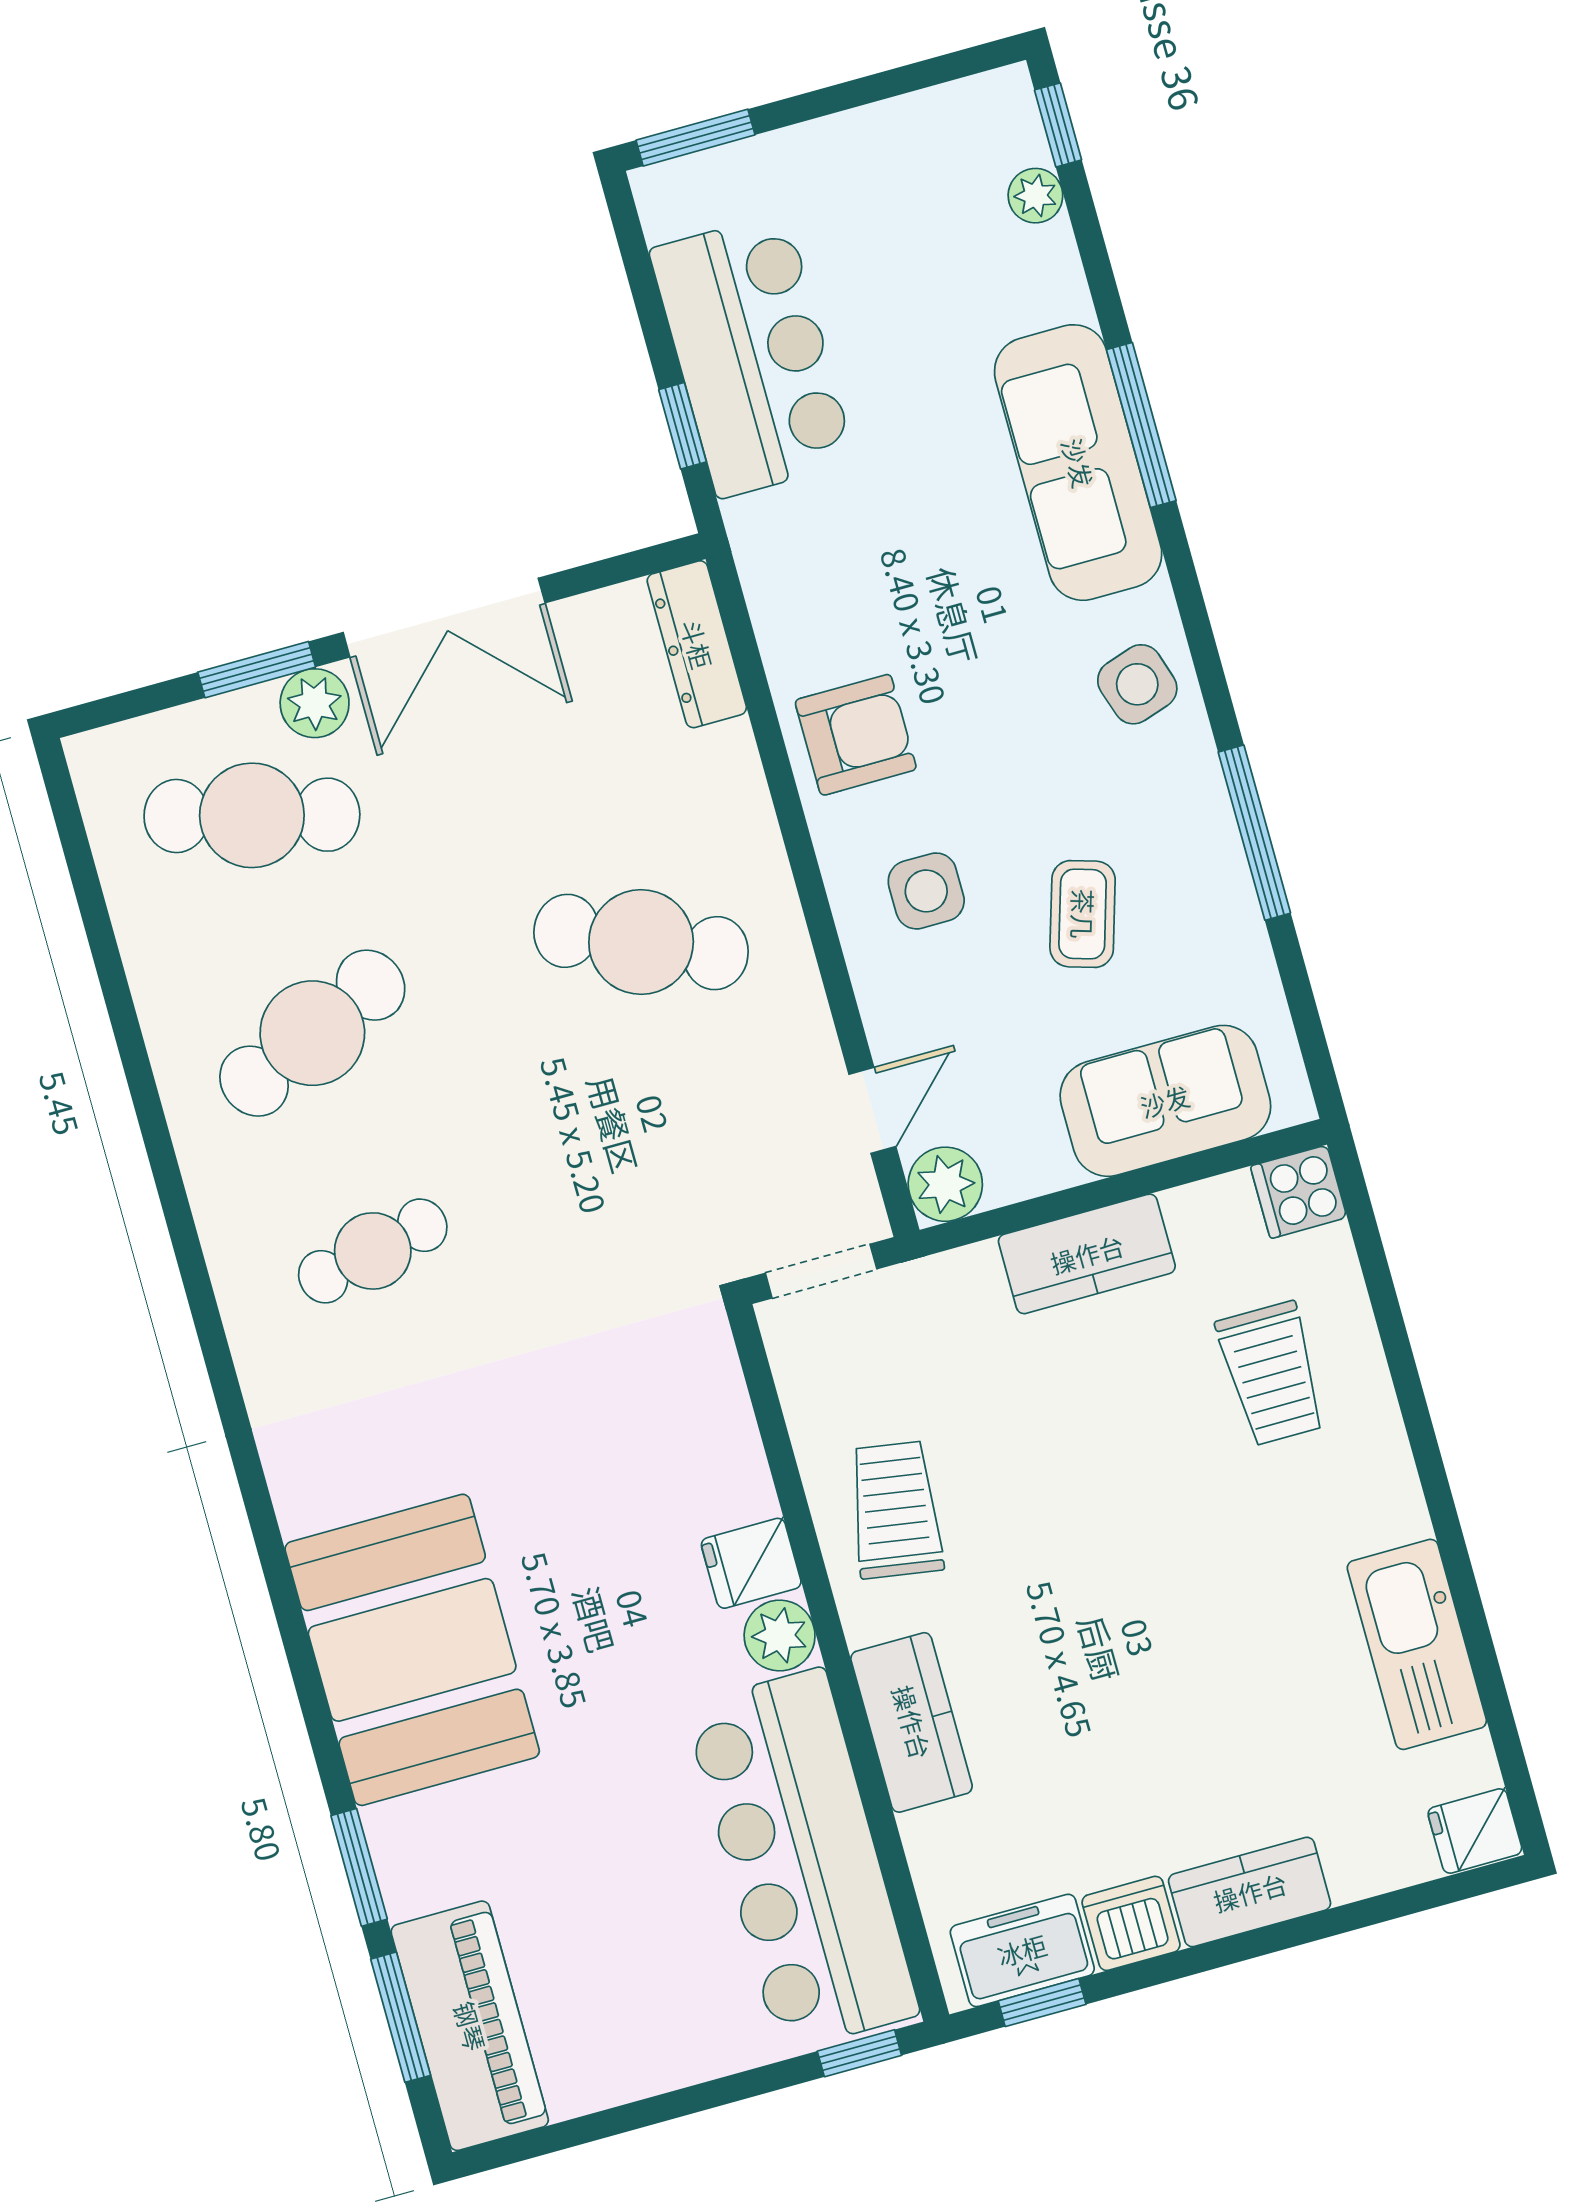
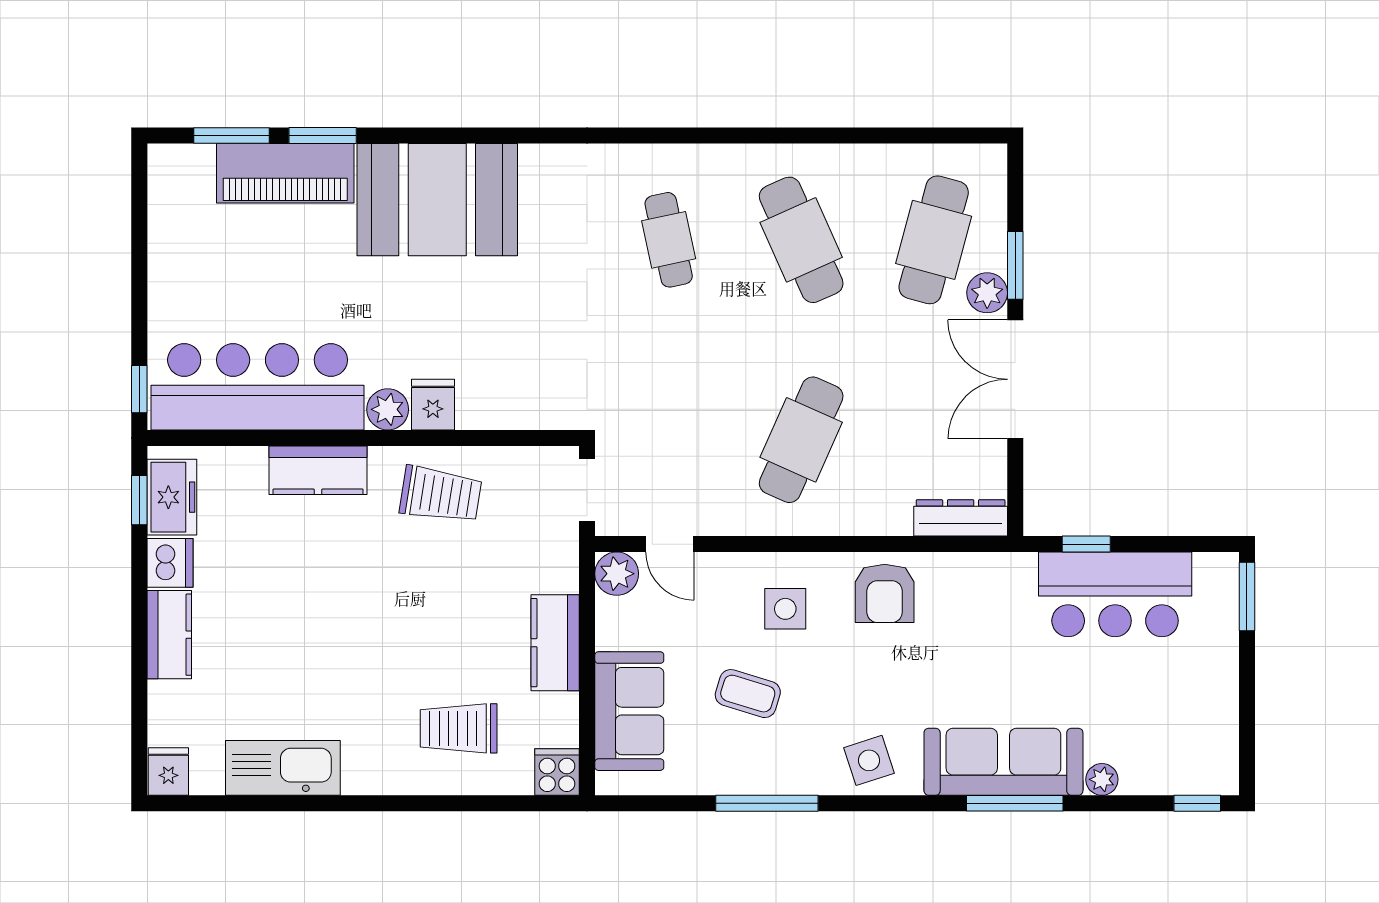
plant: (1035, 196) -> (1102, 779), moved
piano: (470, 2026) -> (285, 173), moved

